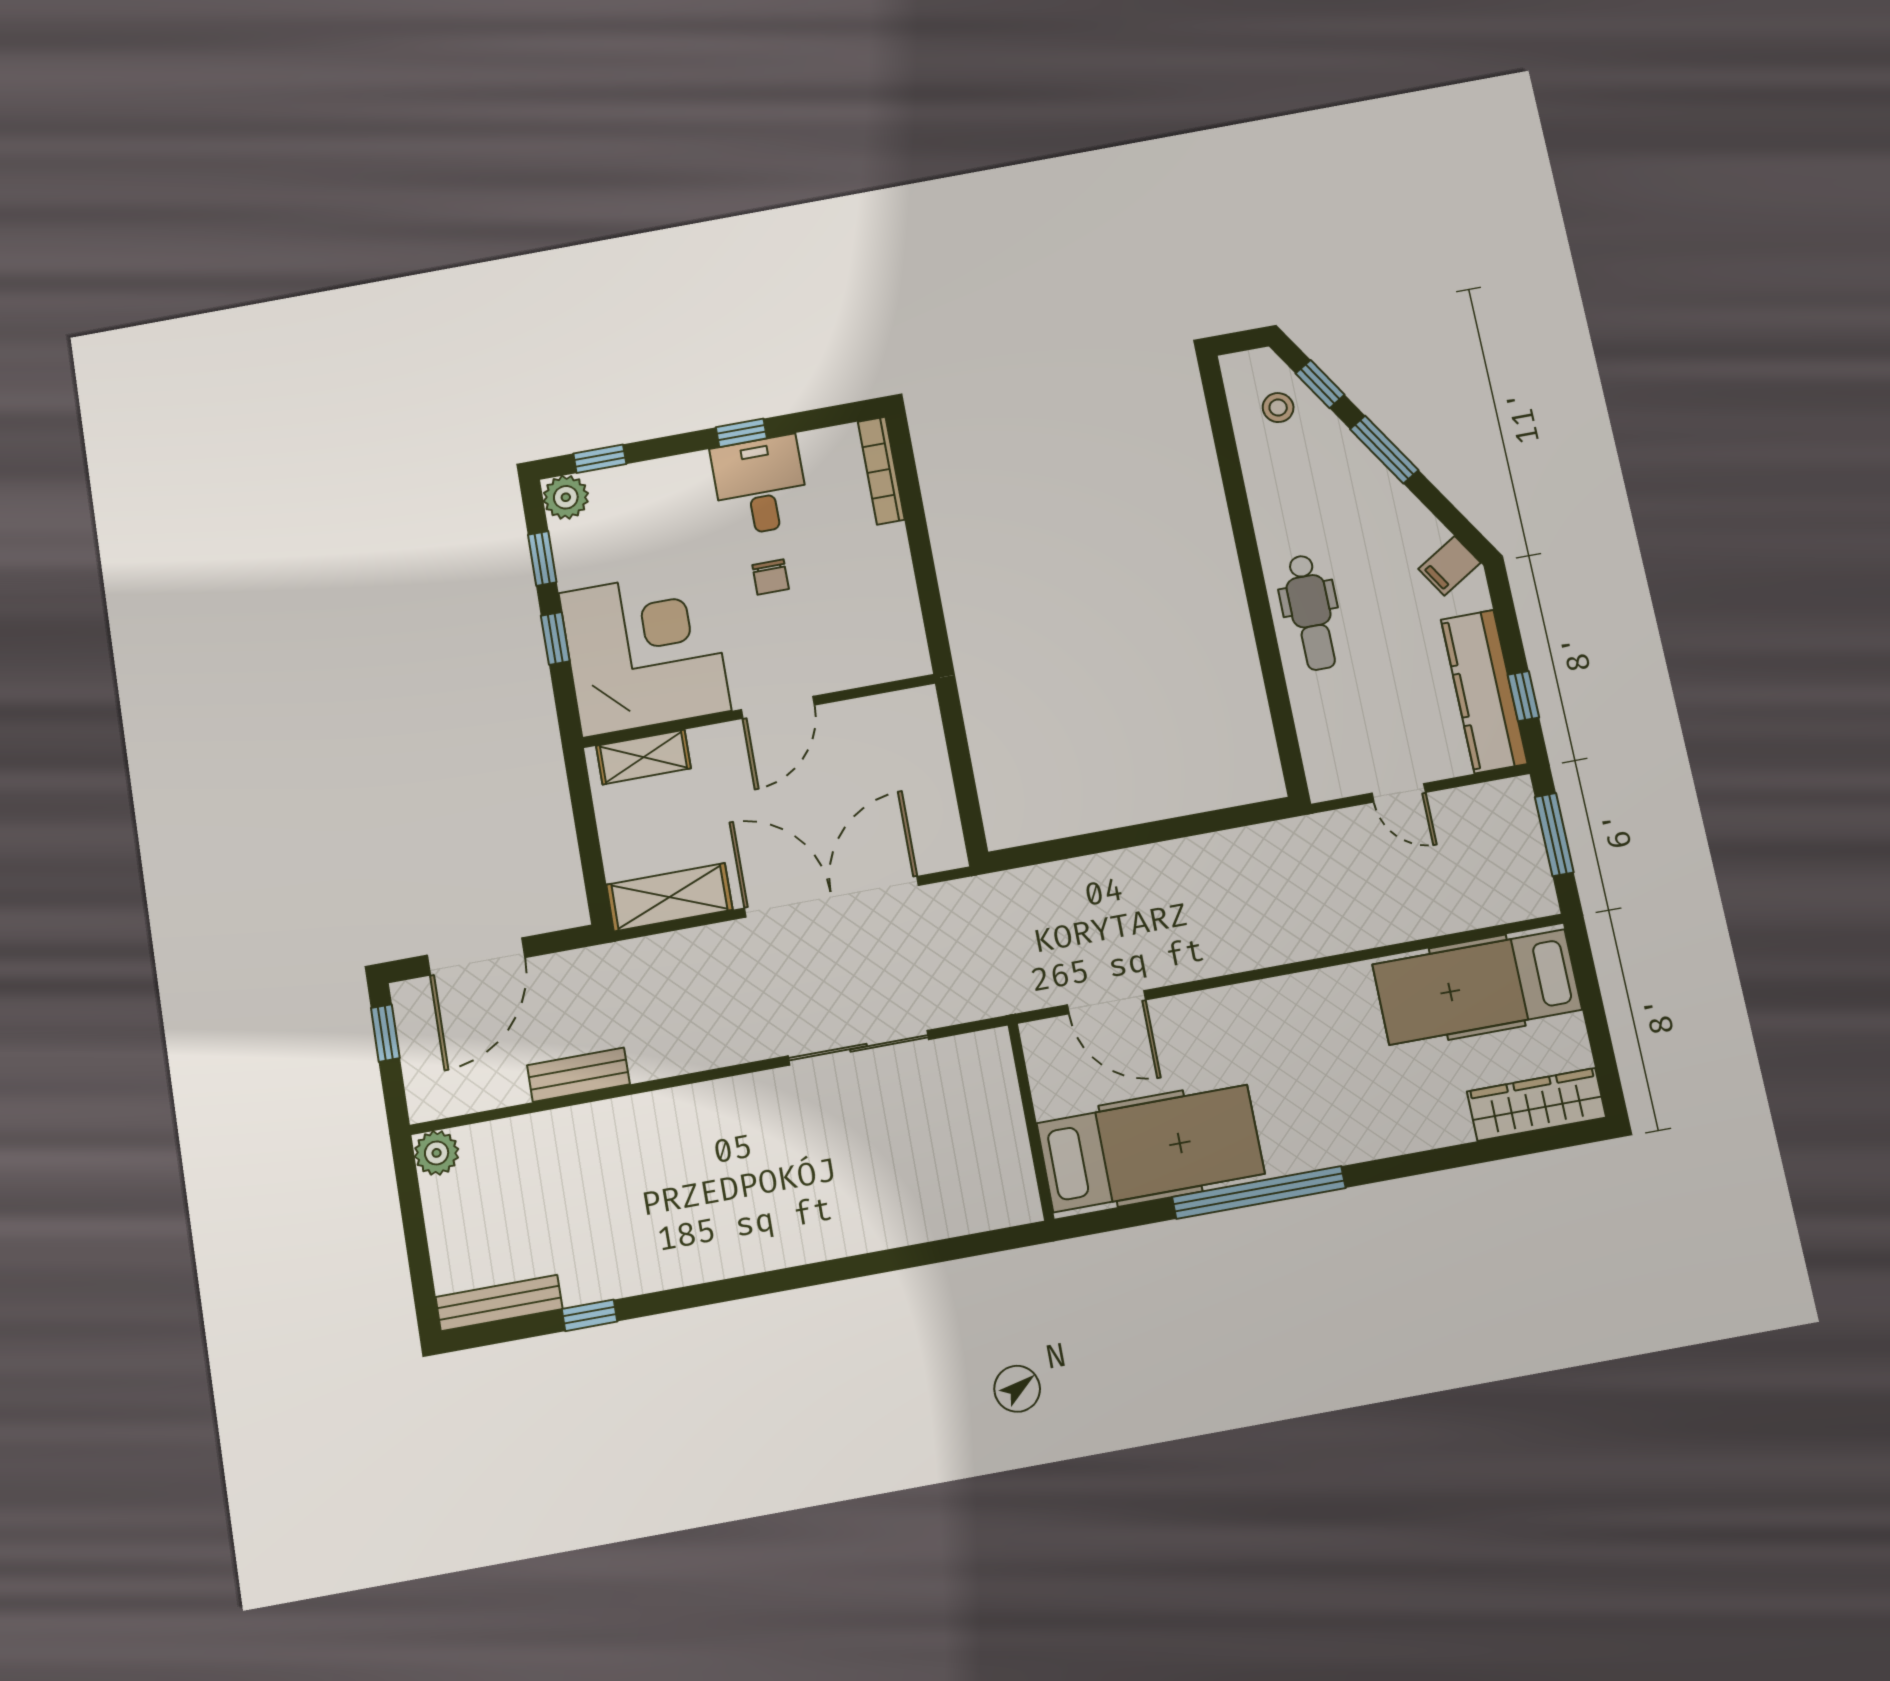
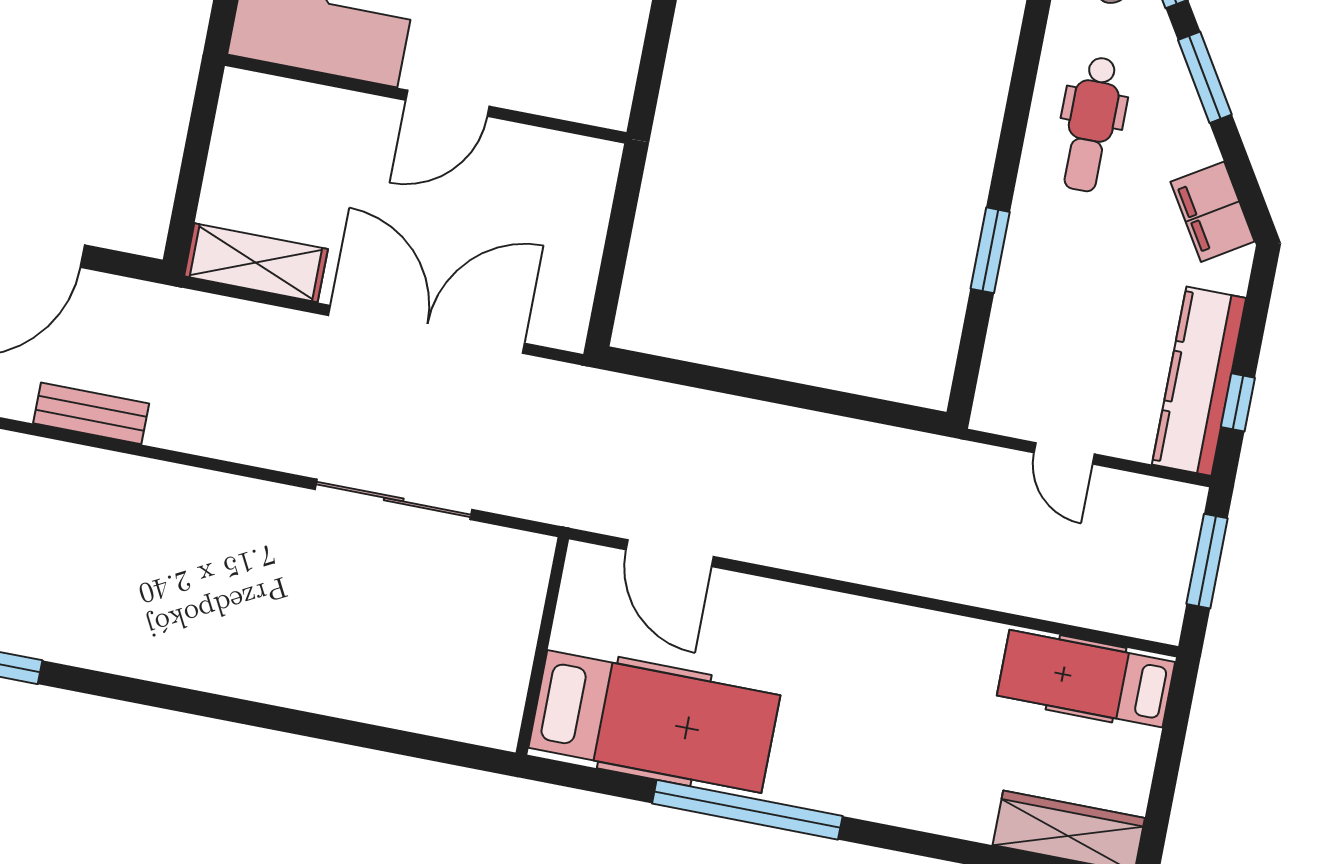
filing cabinet: (1449, 566) -> (1213, 212), width x2.00
dental chair: (1311, 612) -> (1091, 124), moved
window: (1269, 653) -> (990, 250), added
shelving: (643, 757) -> (285, 101), removed
hospital bed: (1477, 987) -> (1086, 679), width x0.73, depth x0.78

